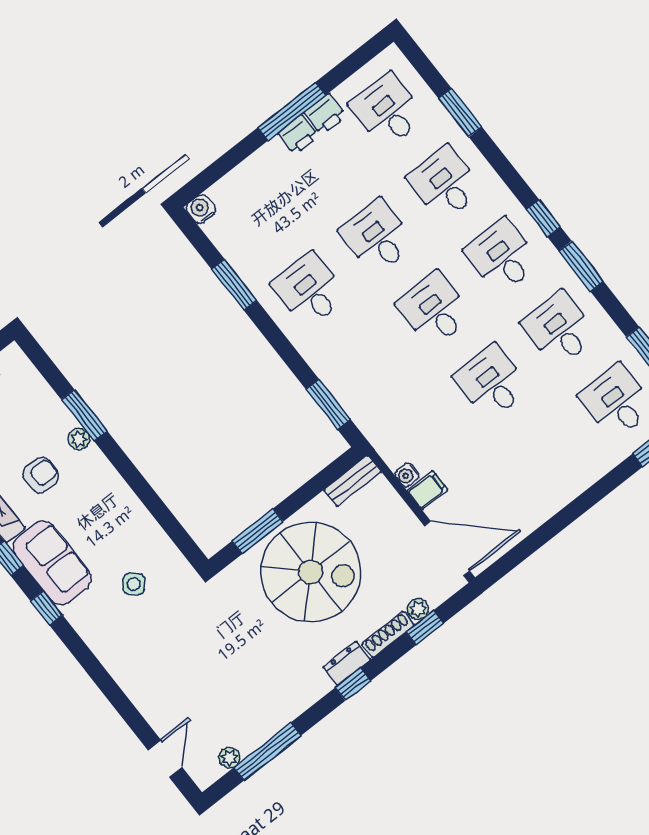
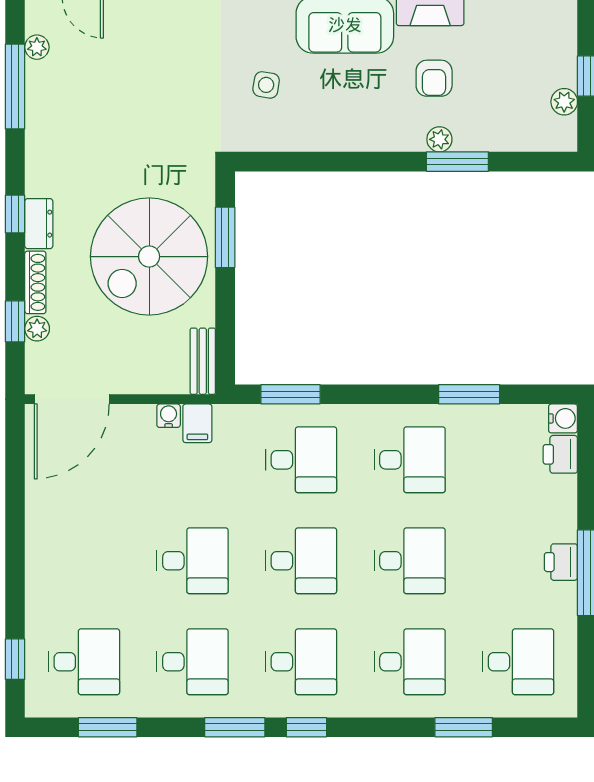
printer: (325, 114) -> (560, 454), moved
desk: (367, 363) -> (301, 460), added
filing cabinet: (427, 490) -> (197, 423), moved
side table: (134, 584) -> (266, 85), turned -32

